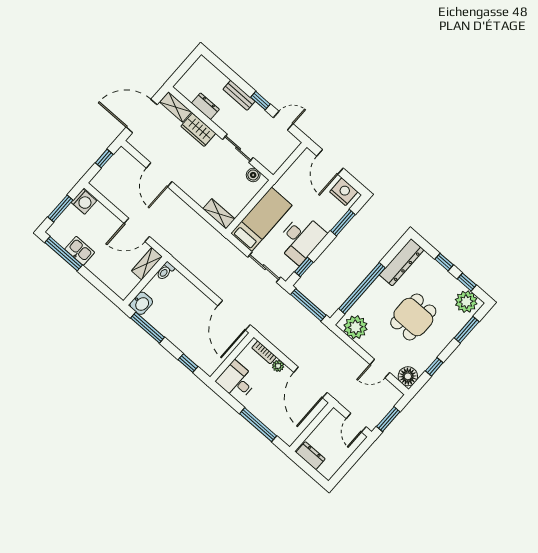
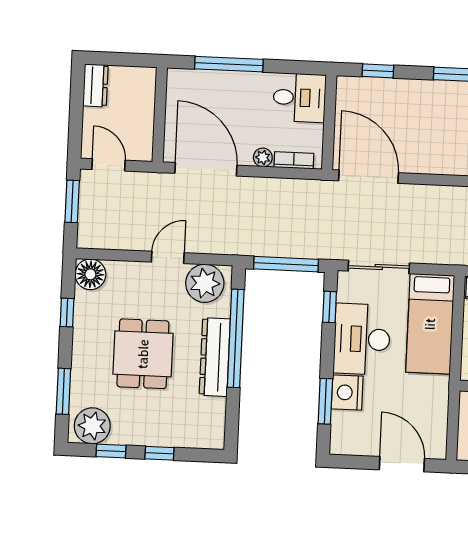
nightstand: (344, 192) -> (347, 393), moved, turned 90
dresser: (402, 262) -> (215, 357), moved
door: (380, 369) -> (168, 257), moved
dresser: (310, 456) -> (95, 85), moved, turned -90

